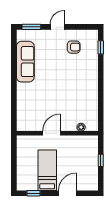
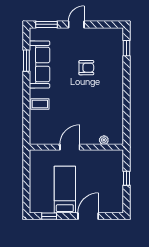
armchair: (74, 47) -> (86, 68), moved
window: (14, 58) -> (26, 61), added
coffee table: (26, 96) -> (40, 104), added

